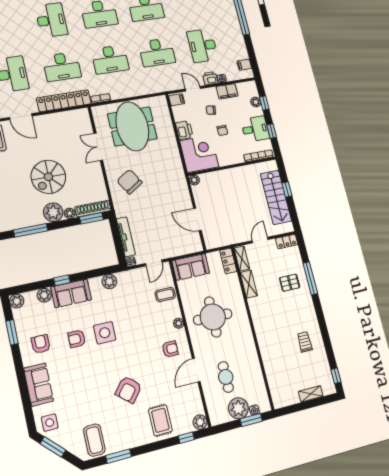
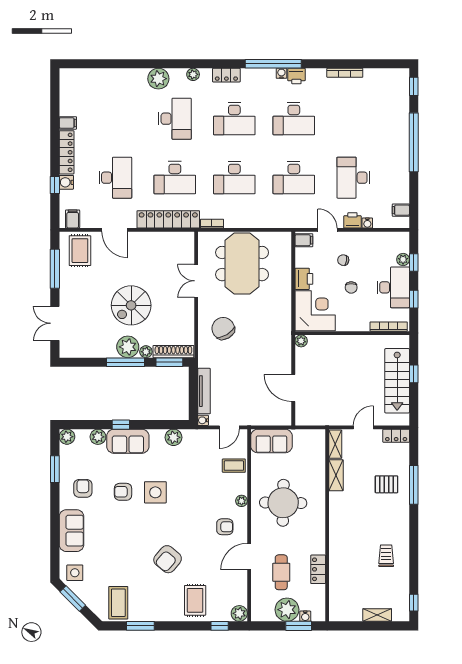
filing cabinet: (227, 91) -> (370, 240), removed
desk: (255, 129) -> (393, 287), width x1.37
window: (31, 230) -> (125, 362), moved
locker: (228, 261) -> (318, 569), moved

